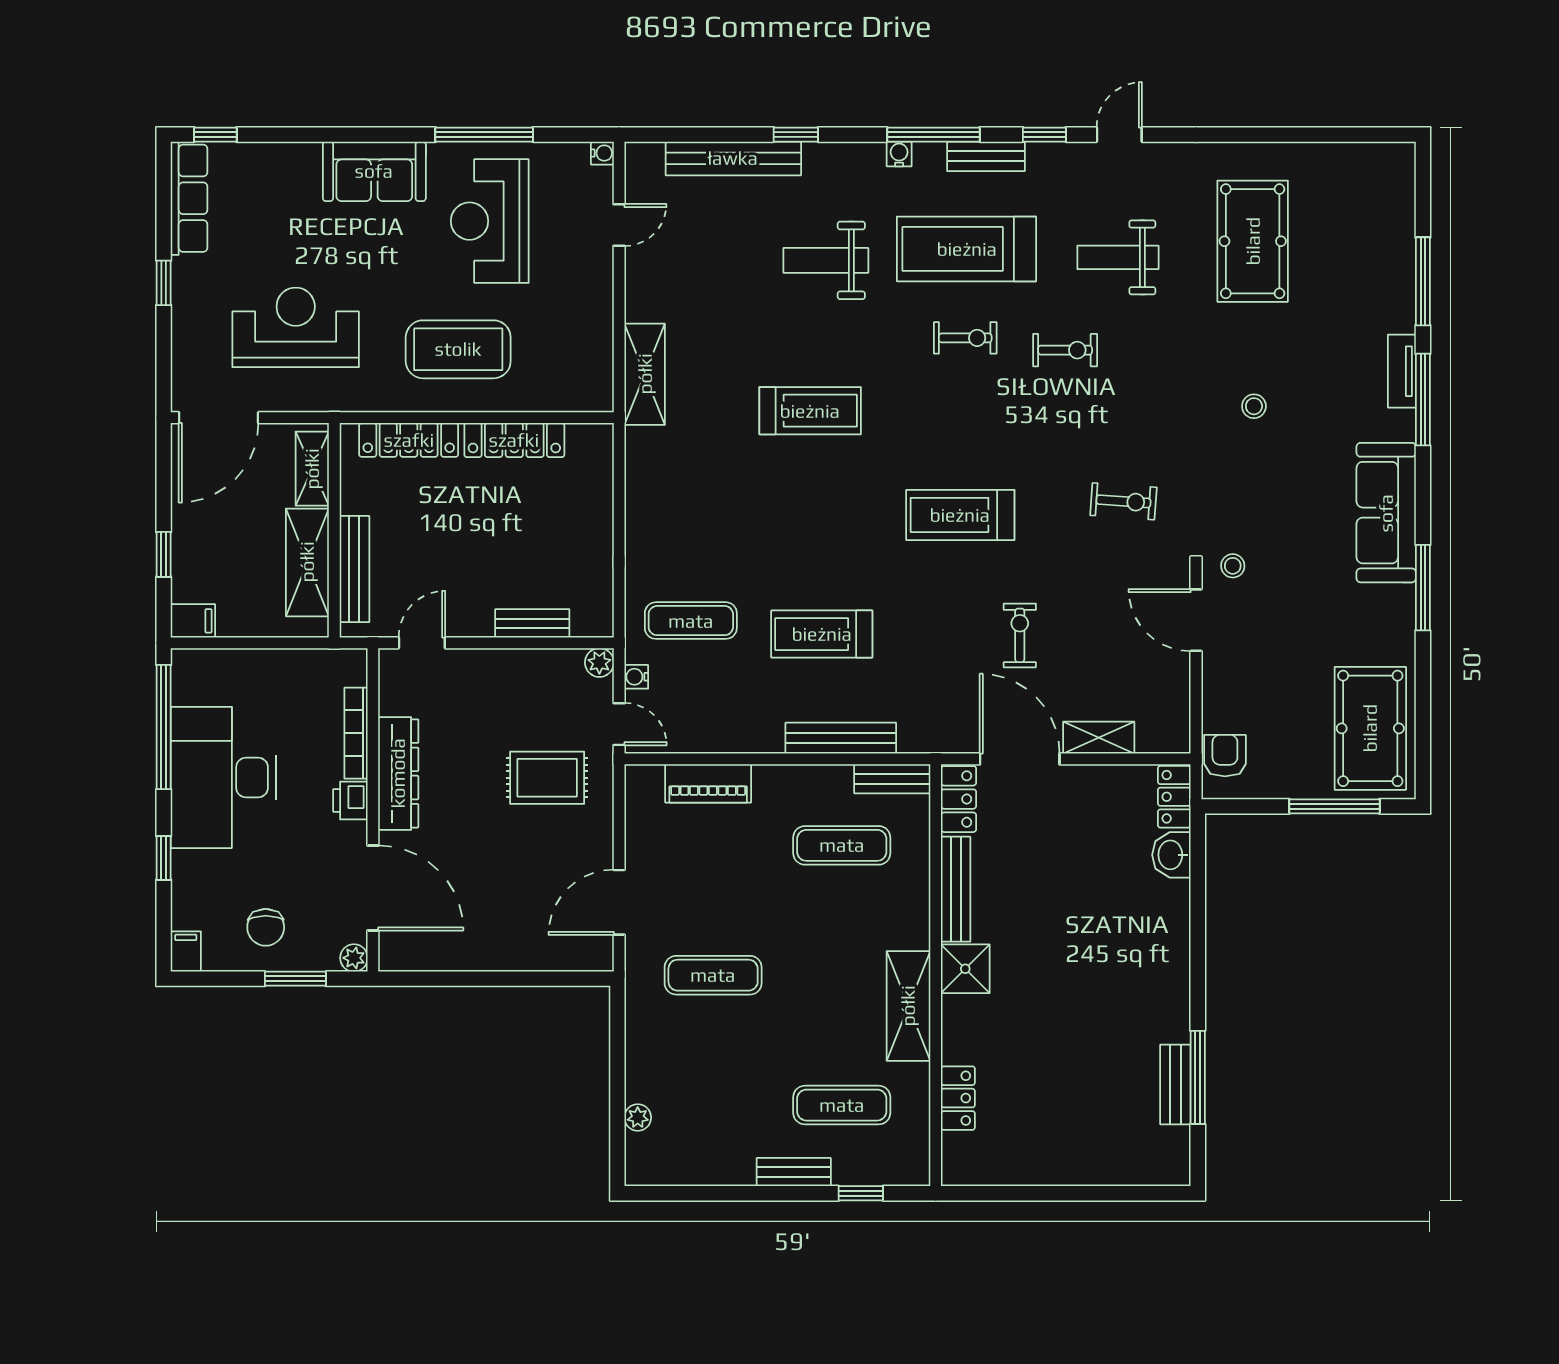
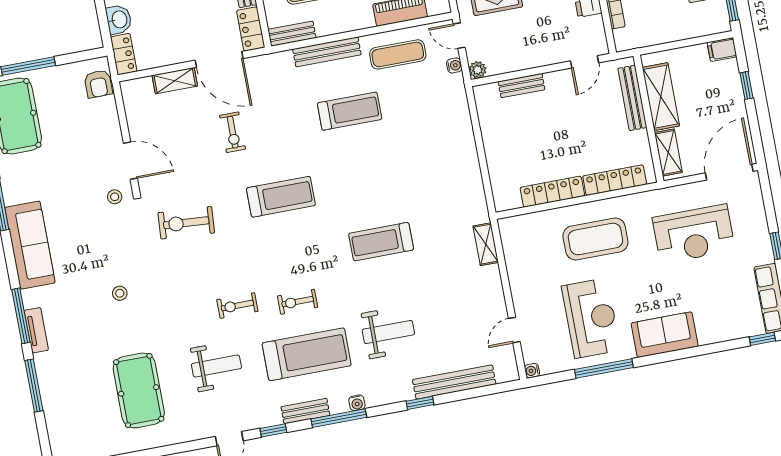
shelving: (645, 374) -> (486, 244), width x0.67, depth x0.75
exercise bike: (1123, 501) -> (186, 223), width x1.38, depth x1.39
exercise mat: (691, 621) -> (398, 54), moved

